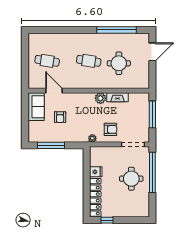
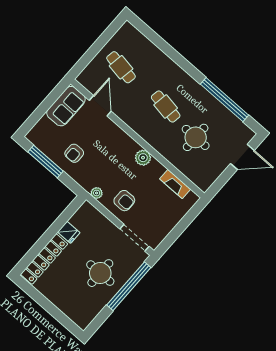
fireplace: (117, 97) -> (175, 184), moved
window: (152, 114) -> (184, 224), removed
armchair: (60, 117) -> (74, 153), moved
window: (107, 220) -> (35, 295), removed

